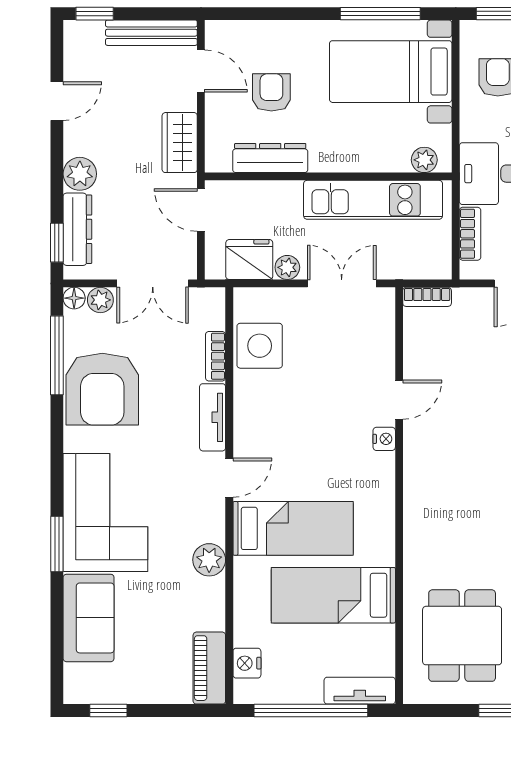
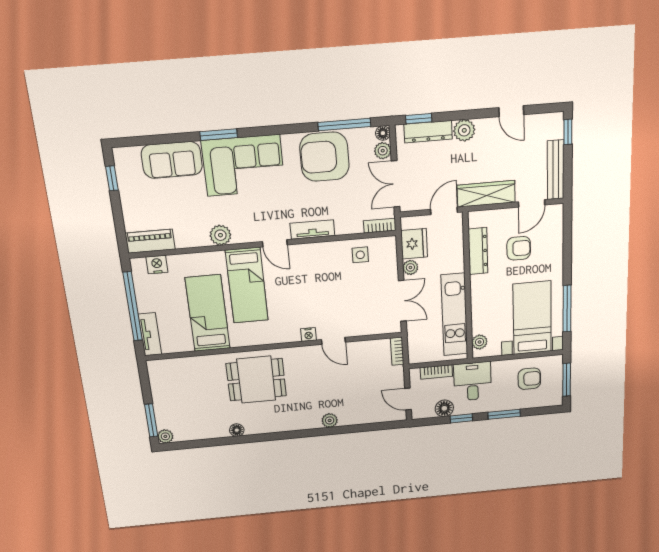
wardrobe: (180, 143) -> (486, 194), width x1.50
side table: (260, 346) -> (360, 255), width x0.54, depth x0.54
bookcase: (216, 356) -> (380, 226), moved
dining table: (462, 636) -> (256, 380), moved

